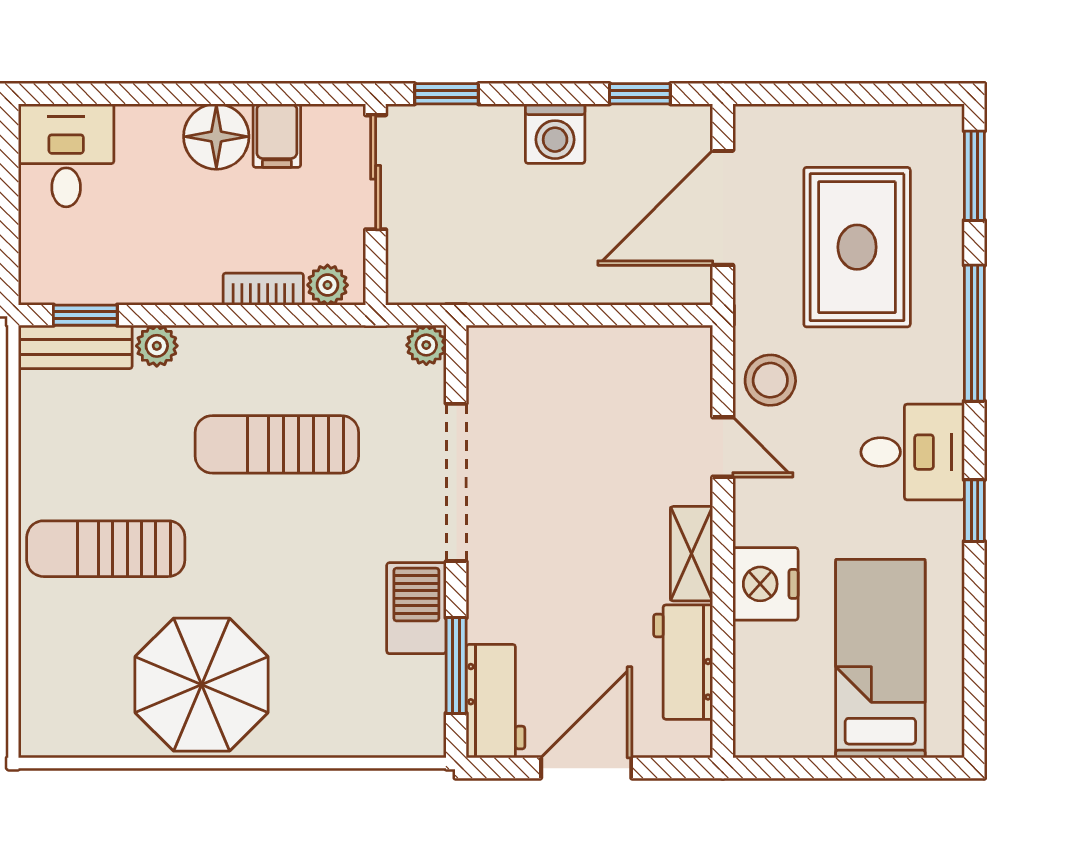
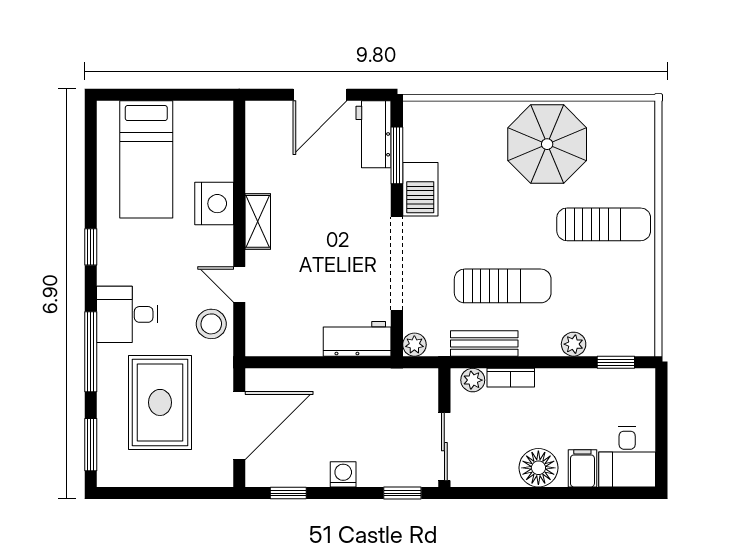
washing machine: (555, 134) -> (343, 474), width x0.73, depth x0.73
filing cabinet: (277, 136) -> (582, 468), moved
bench: (75, 347) -> (484, 343), moved
desk: (913, 452) -> (127, 314), moved
workbench: (683, 662) -> (357, 339), moved, turned -90

